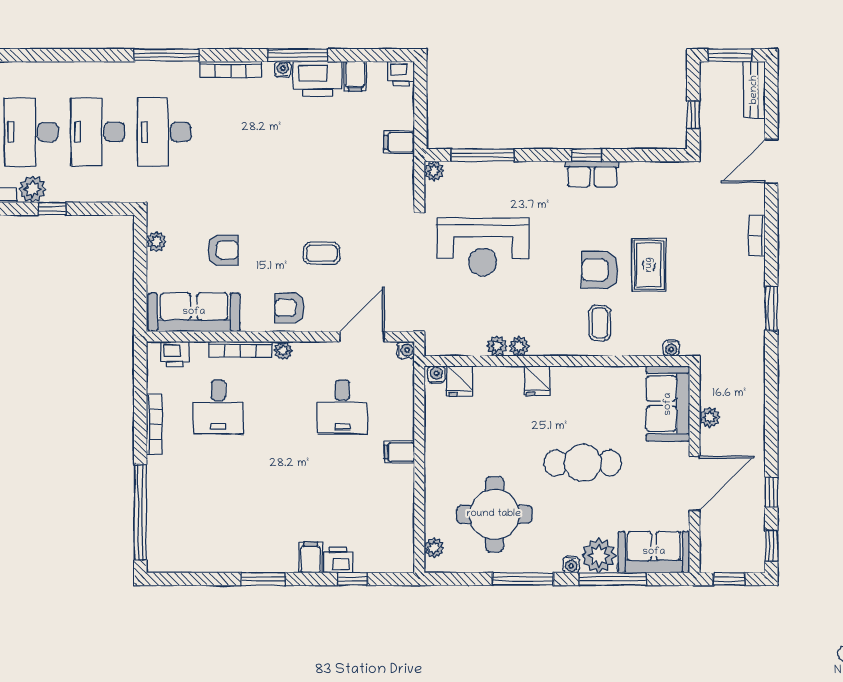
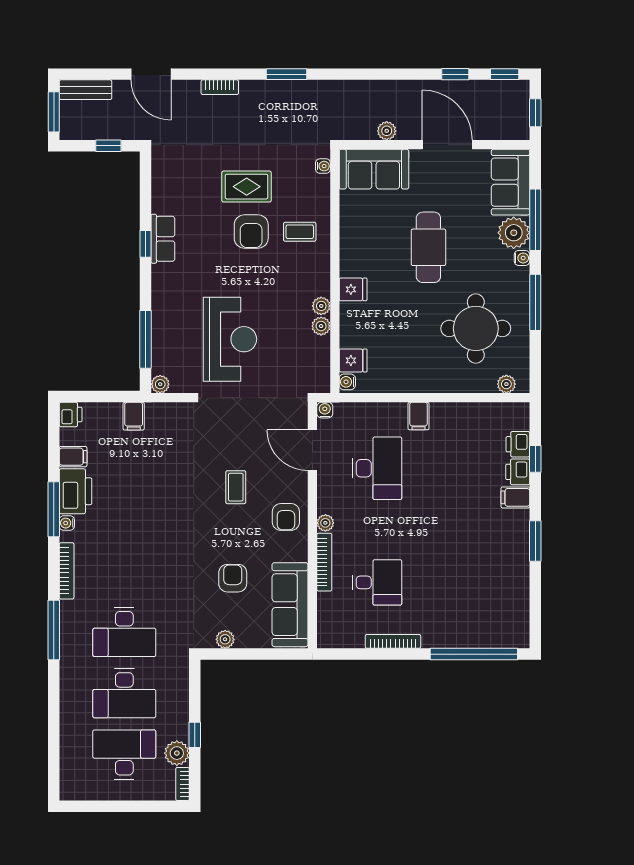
desk: (31, 132) -> (124, 754), turned 180
printer: (175, 354) -> (518, 444), moved, turned 180
desk: (342, 407) -> (377, 468), width x1.37

